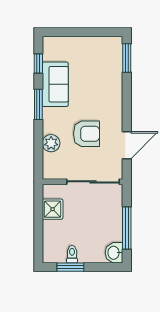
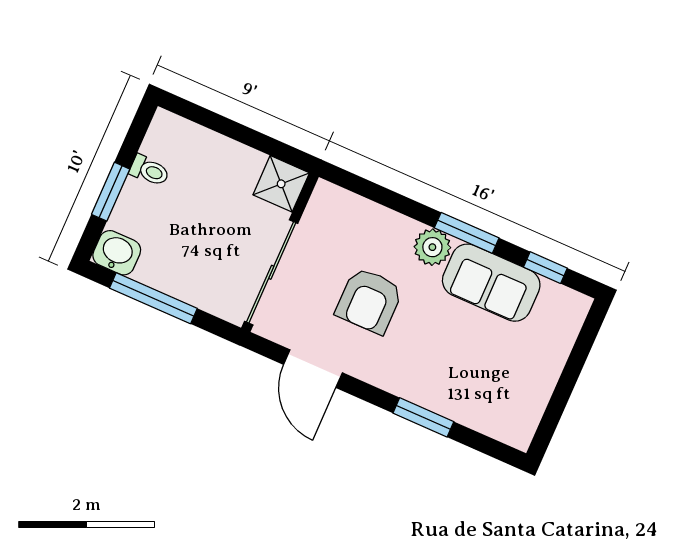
window: (127, 58) -> (423, 417), moved
plant: (51, 143) -> (432, 247), moved
shower: (53, 209) -> (281, 184), moved
window: (70, 267) -> (111, 192), moved

